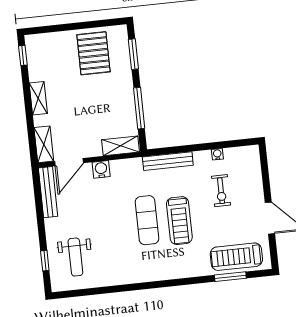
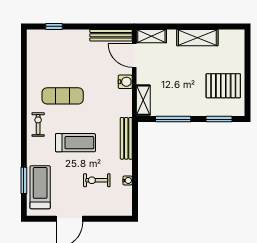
window: (23, 55) -> (228, 26), removed
shelving: (38, 98) -> (197, 38), width x1.50, depth x1.33
exercise mat: (147, 220) -> (63, 96), moved
treadmill: (179, 221) -> (75, 143), turned 180
weight bench: (75, 257) -> (54, 52), removed
exercise bike: (163, 267) -> (38, 124), added

